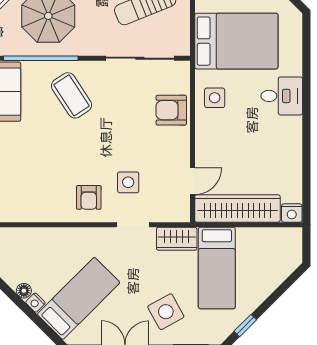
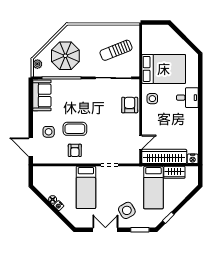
coffee table: (71, 95) -> (75, 129), moved, turned -57
armchair: (171, 110) -> (130, 105), turned 90
side table: (128, 182) -> (49, 132), moved
armchair: (89, 197) -> (75, 150), moved
wardrobe: (177, 239) -> (174, 172), moved
bed: (79, 298) -> (86, 187), moved, turned 135

